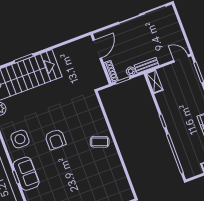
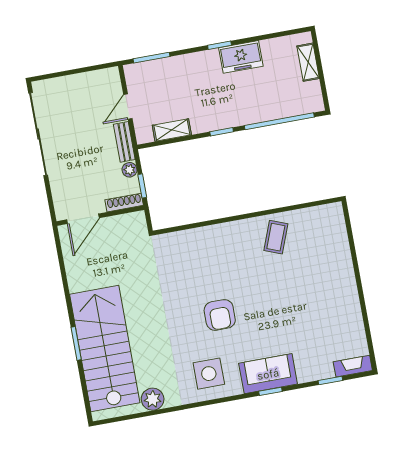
door: (97, 49) -> (83, 219), swing flipped
door: (181, 59) -> (128, 107), moved
shelving: (155, 82) -> (172, 130), moved
armchair: (55, 139) -> (220, 315), turned 90
coffee table: (100, 142) -> (276, 237), moved

